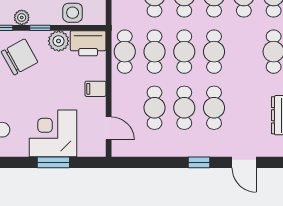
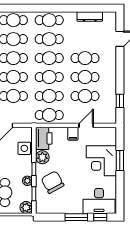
cafe table: (244, 52) -> (49, 39), added
door: (109, 128) -> (86, 125), moved
window: (199, 162) -> (120, 101), moved

